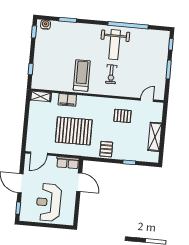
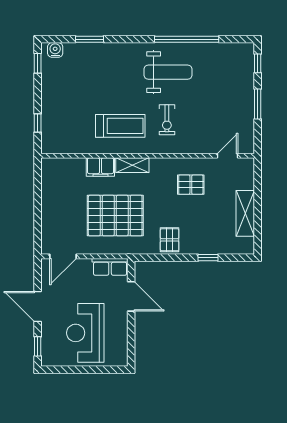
weight bench: (115, 45) -> (168, 72), turned -90
treadmill: (82, 75) -> (120, 126), turned 90
shelving: (41, 96) -> (132, 165), moved

